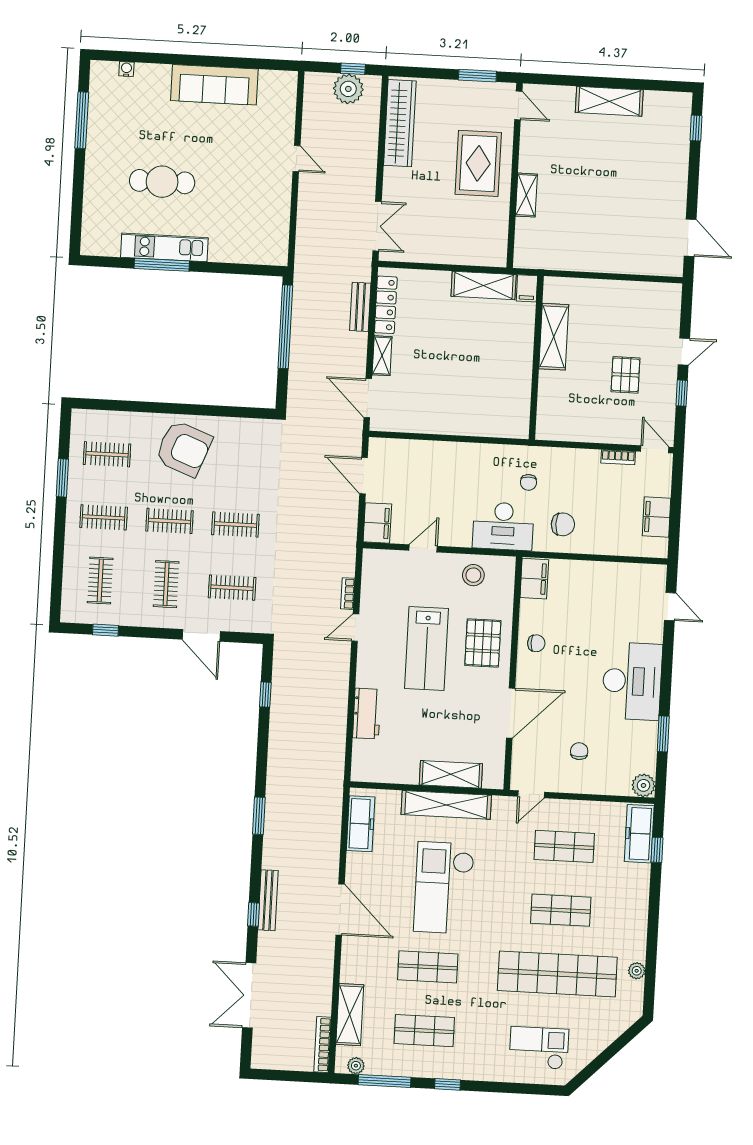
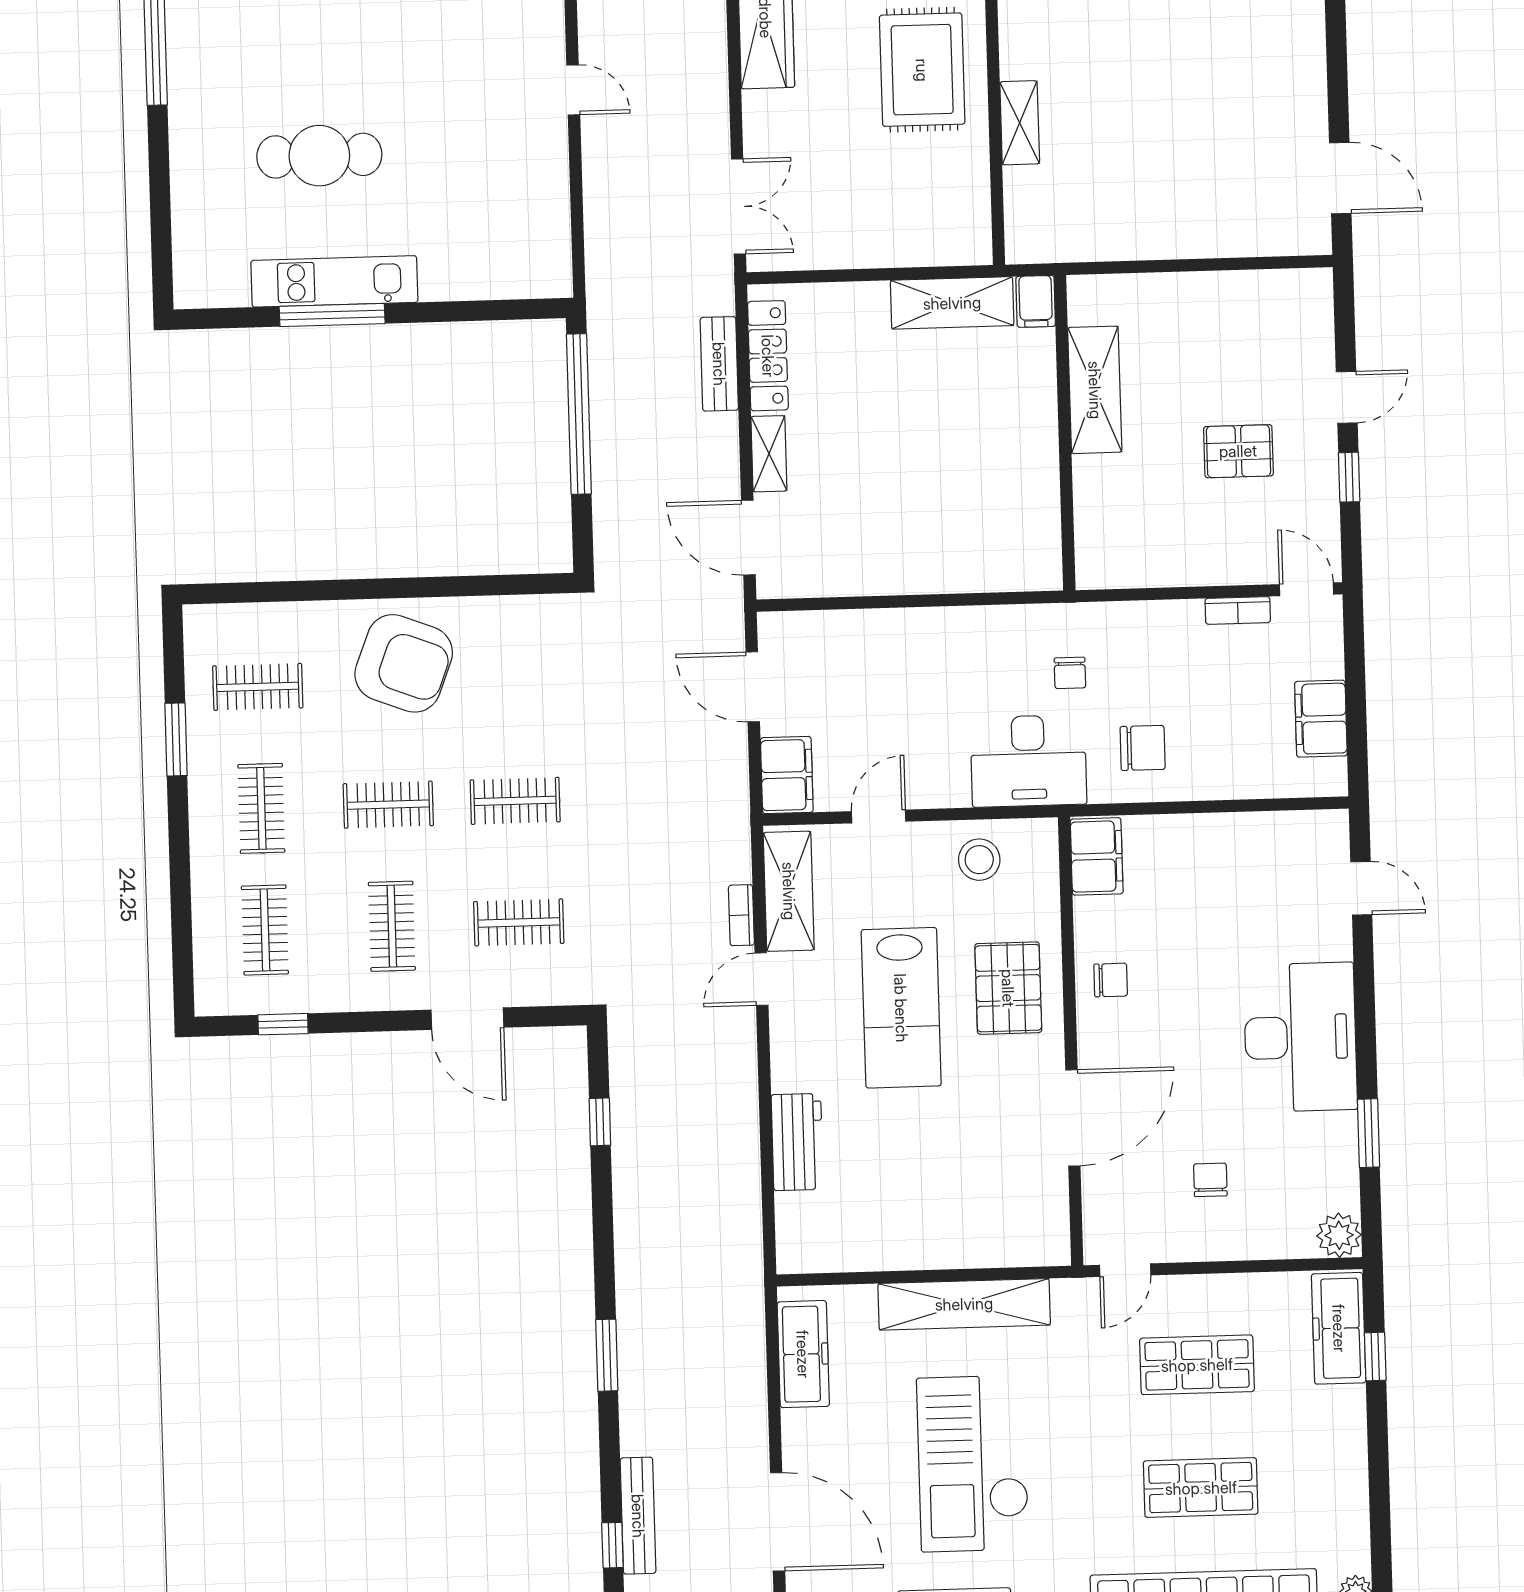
pallet: (625, 375) -> (1238, 451), turned 90
clothes rail: (104, 517) -> (261, 808), turned 90
shelving: (451, 774) -> (789, 891), moved, turned 90

